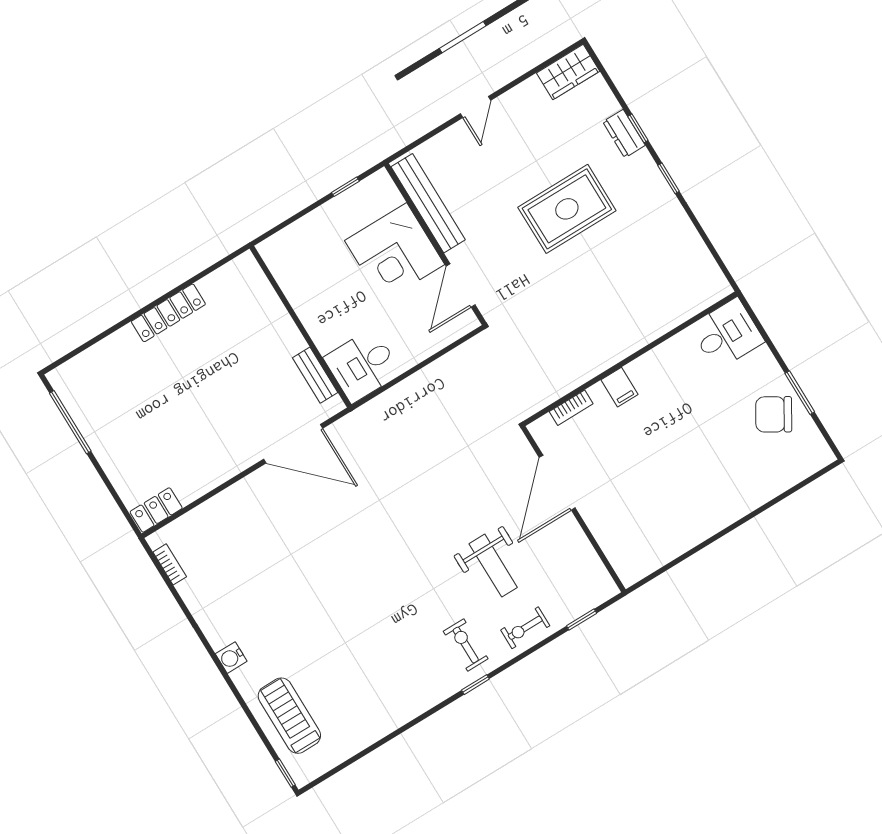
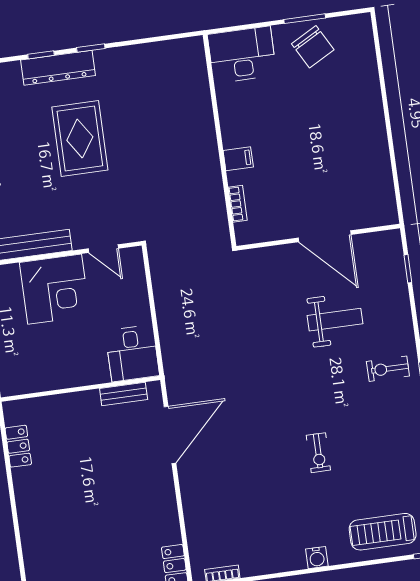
dresser: (624, 134) -> (58, 68), width x1.96, depth x1.24
door: (461, 285) -> (103, 249), width x0.73
locker: (168, 313) -> (18, 446), moved, width x0.66
desk: (727, 334) -> (242, 55), width x1.37
chair: (774, 414) -> (313, 47), turned -60
door: (557, 483) -> (325, 236), moved
exercise bike: (525, 628) -> (318, 453), moved

